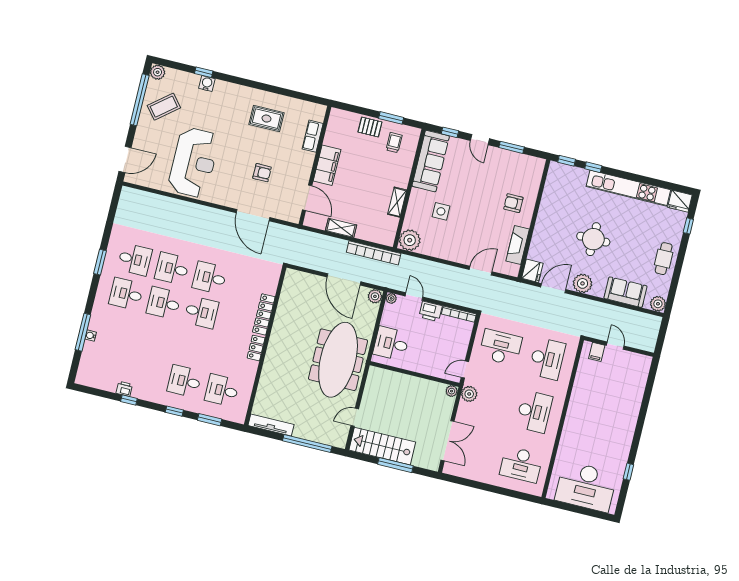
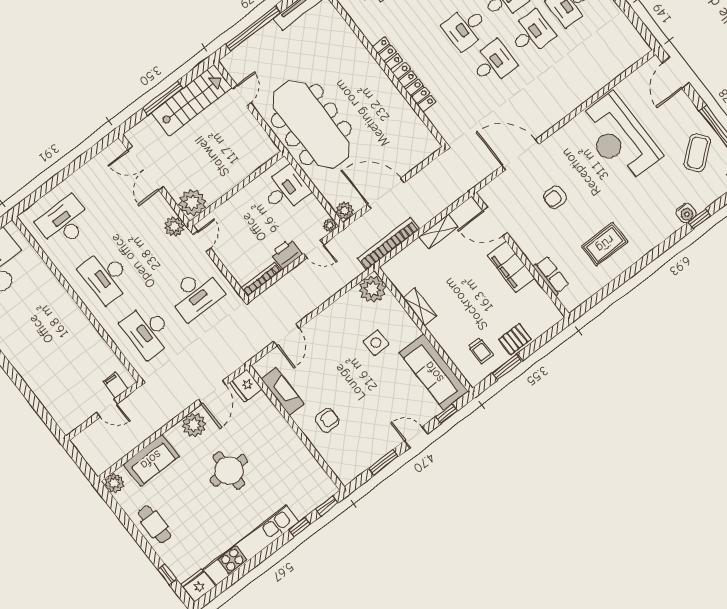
plant: (452, 391) -> (192, 203), width x1.88, depth x1.88

